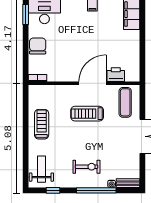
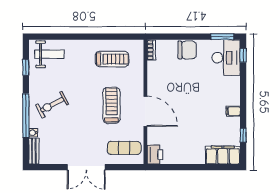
printer: (116, 75) -> (155, 155), moved
treadmill: (42, 124) -> (112, 59), moved
exercise bike: (87, 167) -> (52, 105), turned 62

